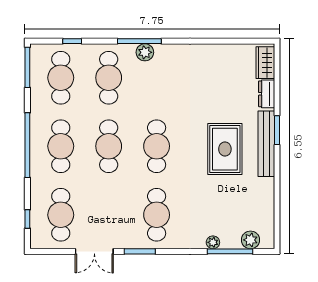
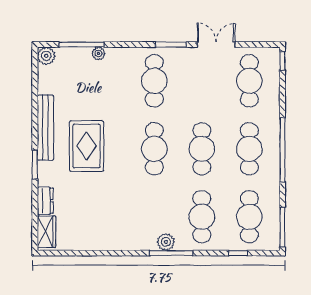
bench: (266, 144) -> (45, 128), moved
window: (27, 219) -> (282, 61), moved
plant: (251, 240) -> (46, 56), moved

